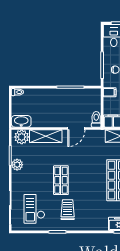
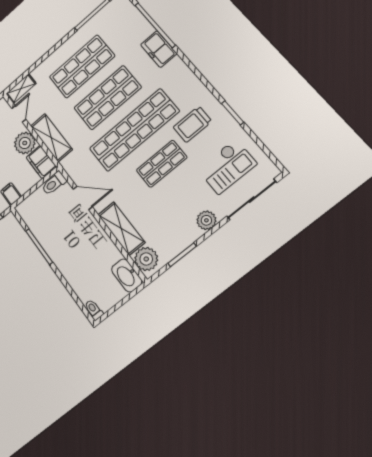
plant: (17, 165) -> (206, 220), moved
shop shelf: (89, 180) -> (134, 130), added

